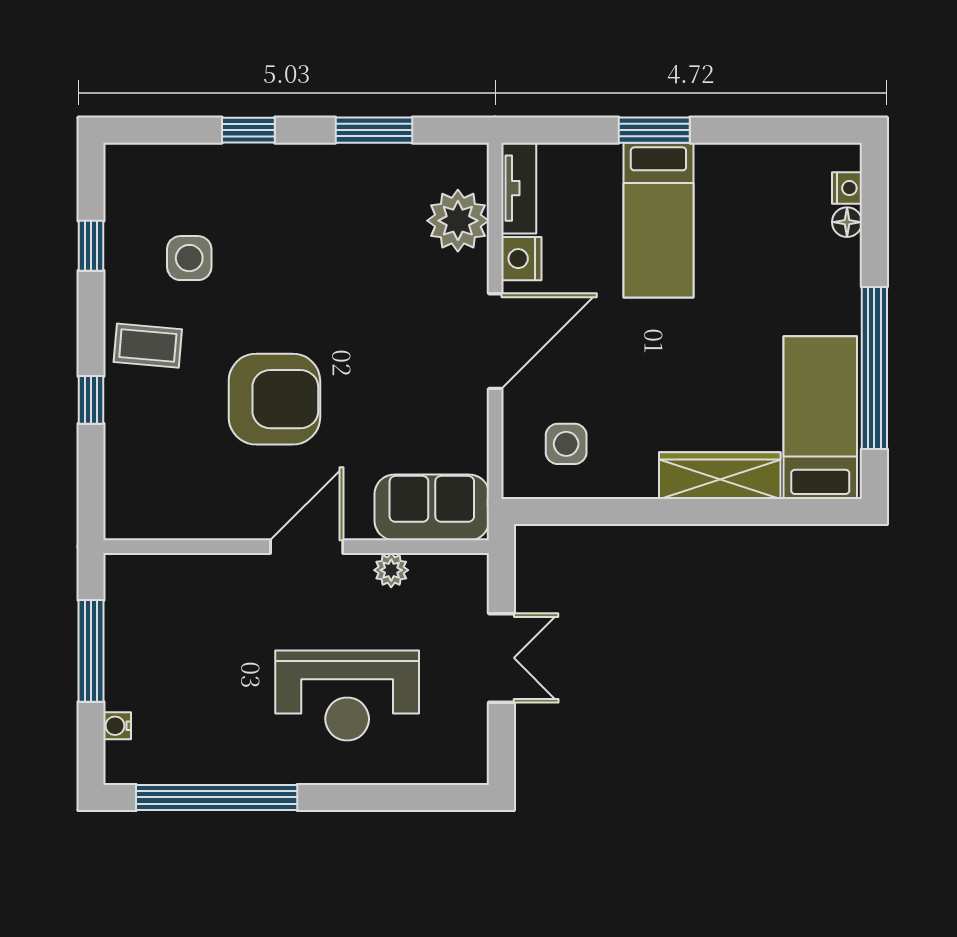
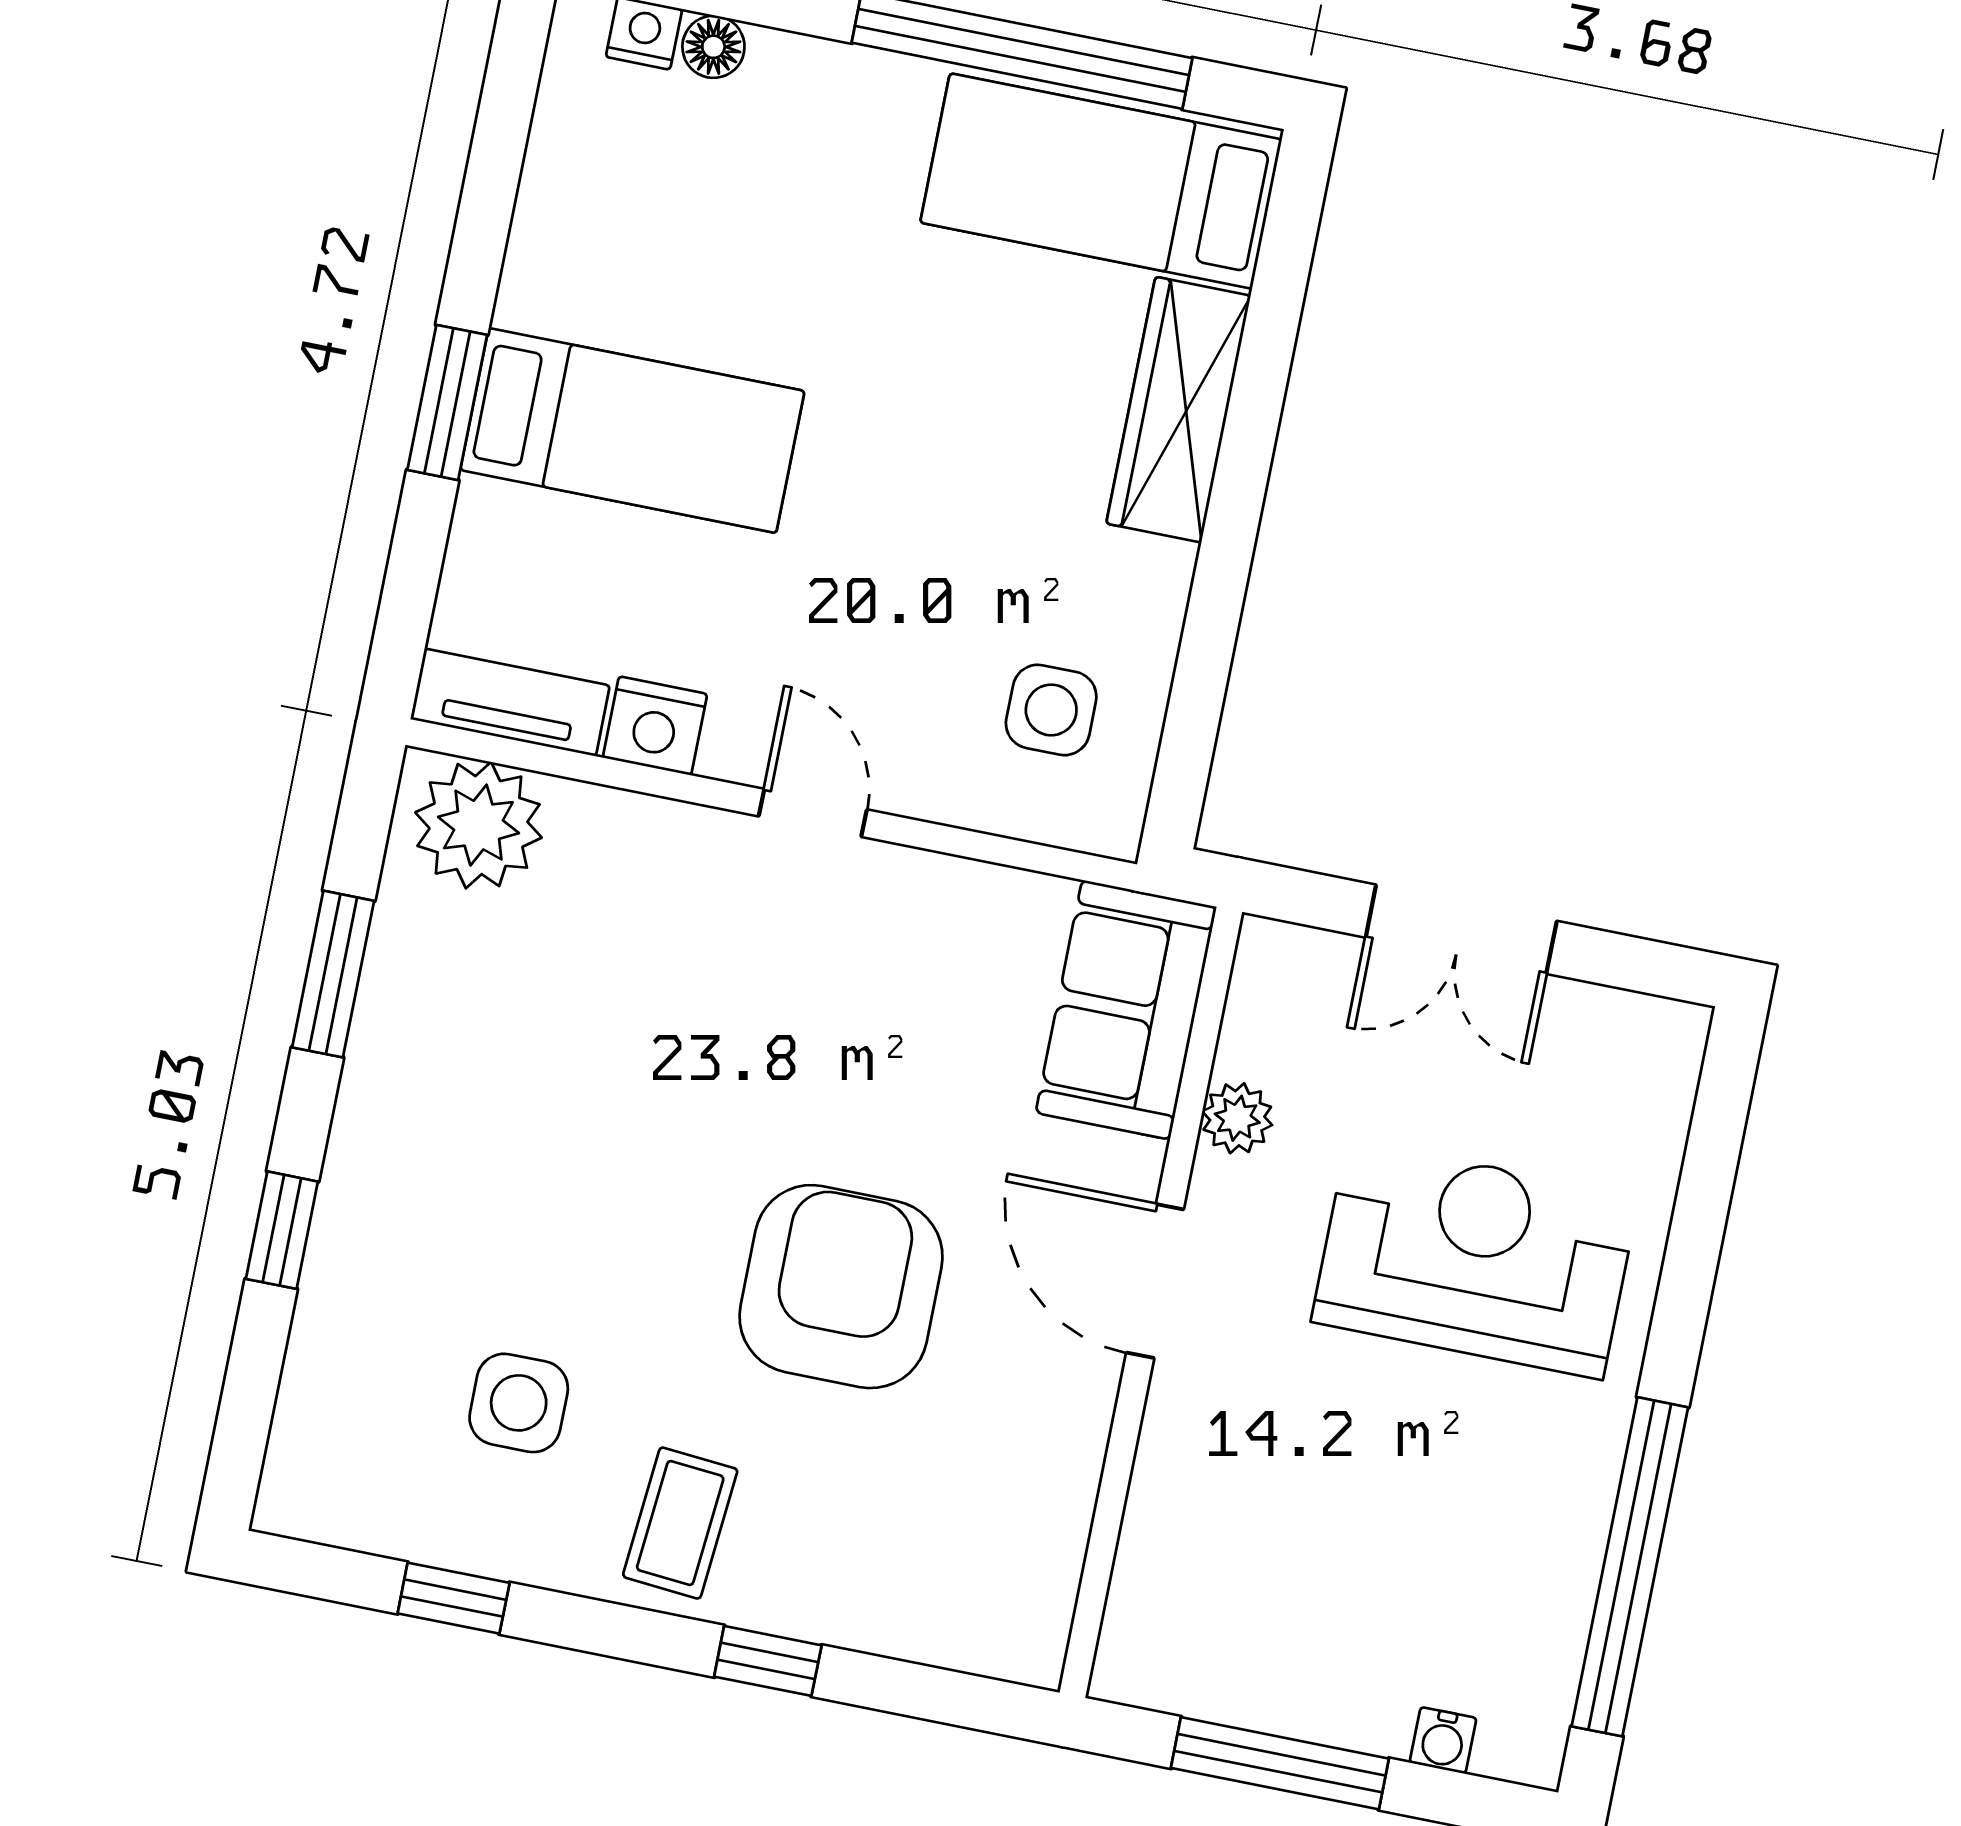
plant: (458, 221) -> (478, 825), moved
door: (495, 341) -> (813, 813), width x0.53
double door: (501, 658) -> (1461, 929), swing flipped
reception desk: (347, 696) -> (1475, 1259), turned -90

